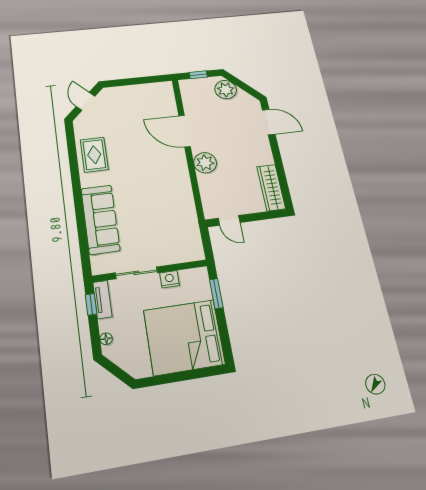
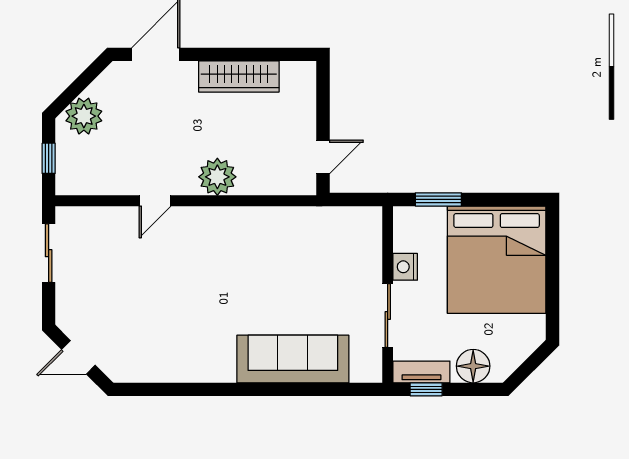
sliding door: (144, 80) -> (49, 253), added
door: (185, 131) -> (155, 201), width x0.53
rug: (94, 155) -> (179, 355), removed
wardrobe: (271, 188) -> (239, 77), moved
floor lamp: (106, 339) -> (473, 366), width x1.89, depth x1.89

